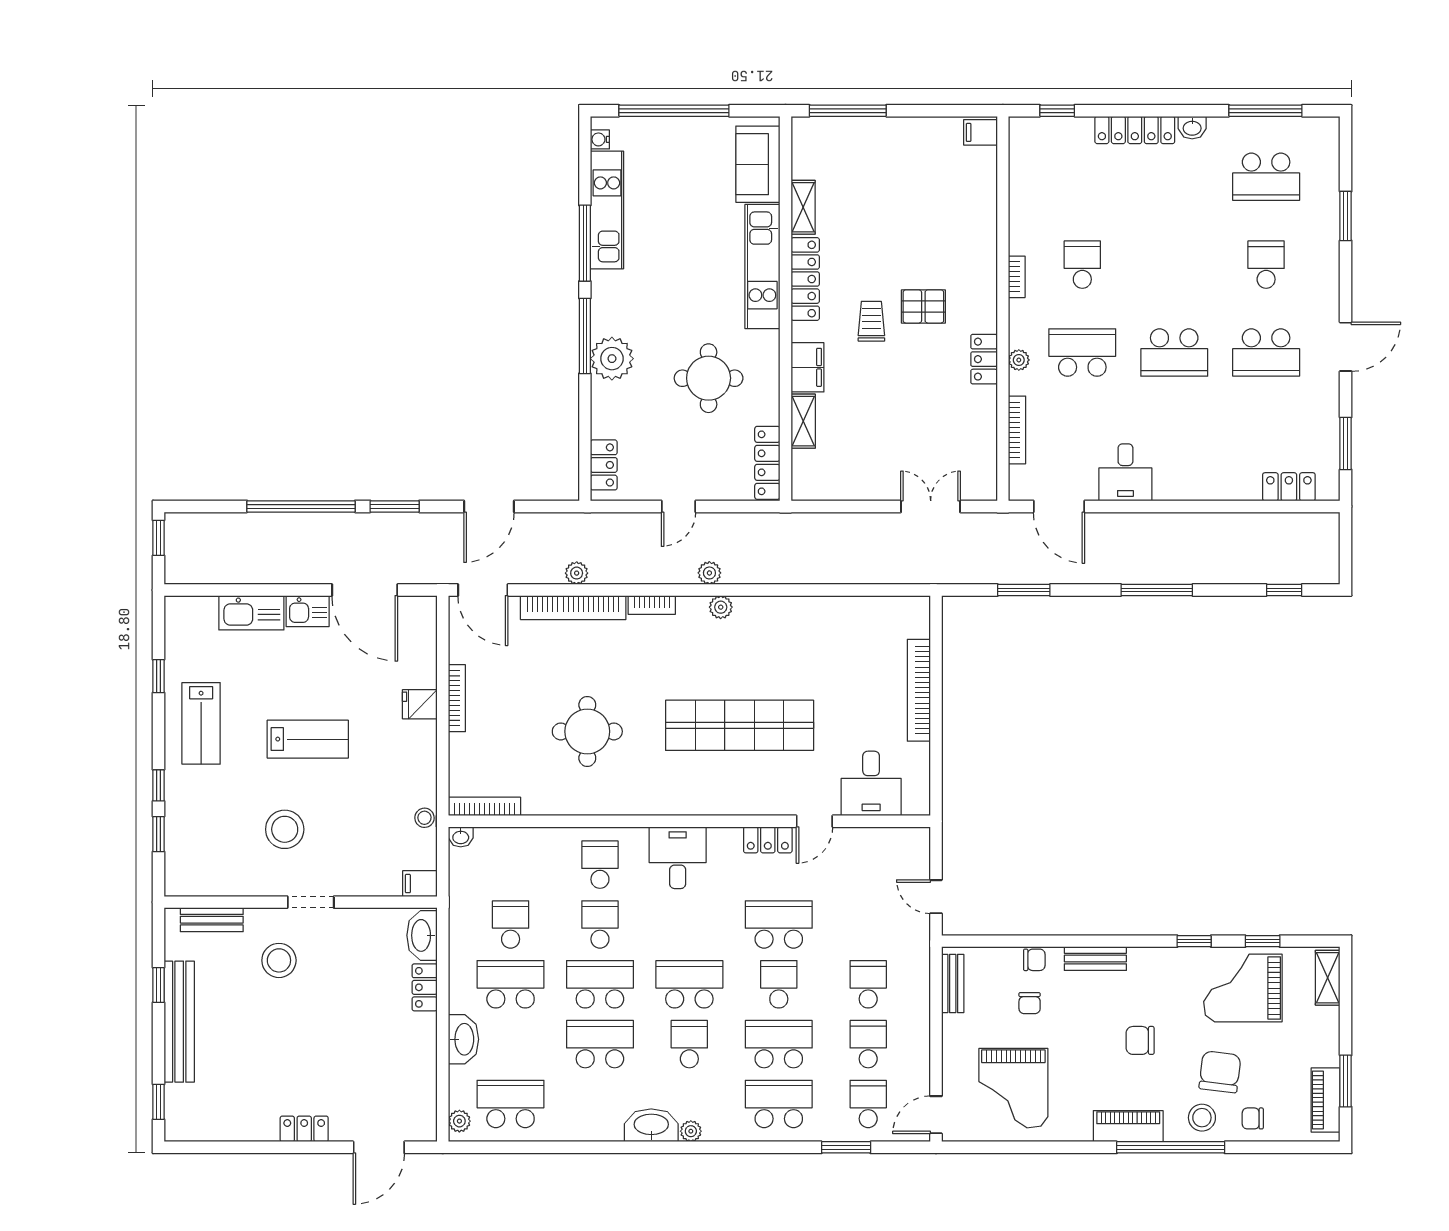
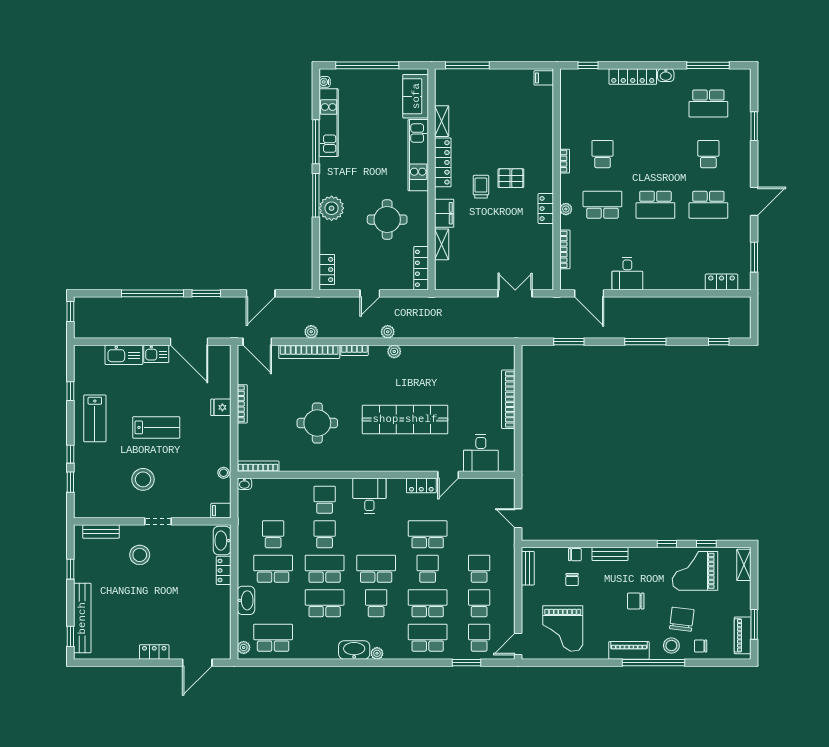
bench: (179, 1022) -> (82, 618), moved

